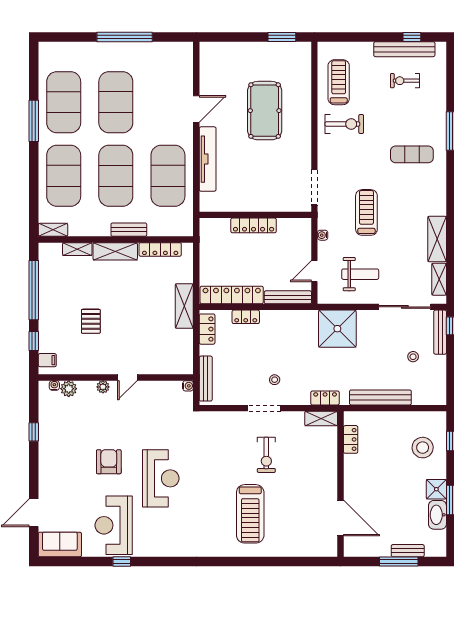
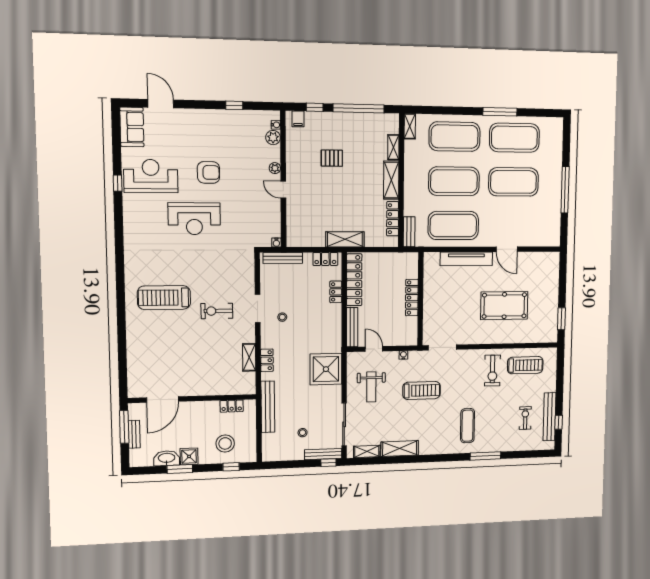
bench: (129, 230) -> (409, 232), moved
locker: (351, 439) -> (232, 406), moved
wall: (340, 484) -> (192, 399), moved
door: (340, 518) -> (163, 400), moved

